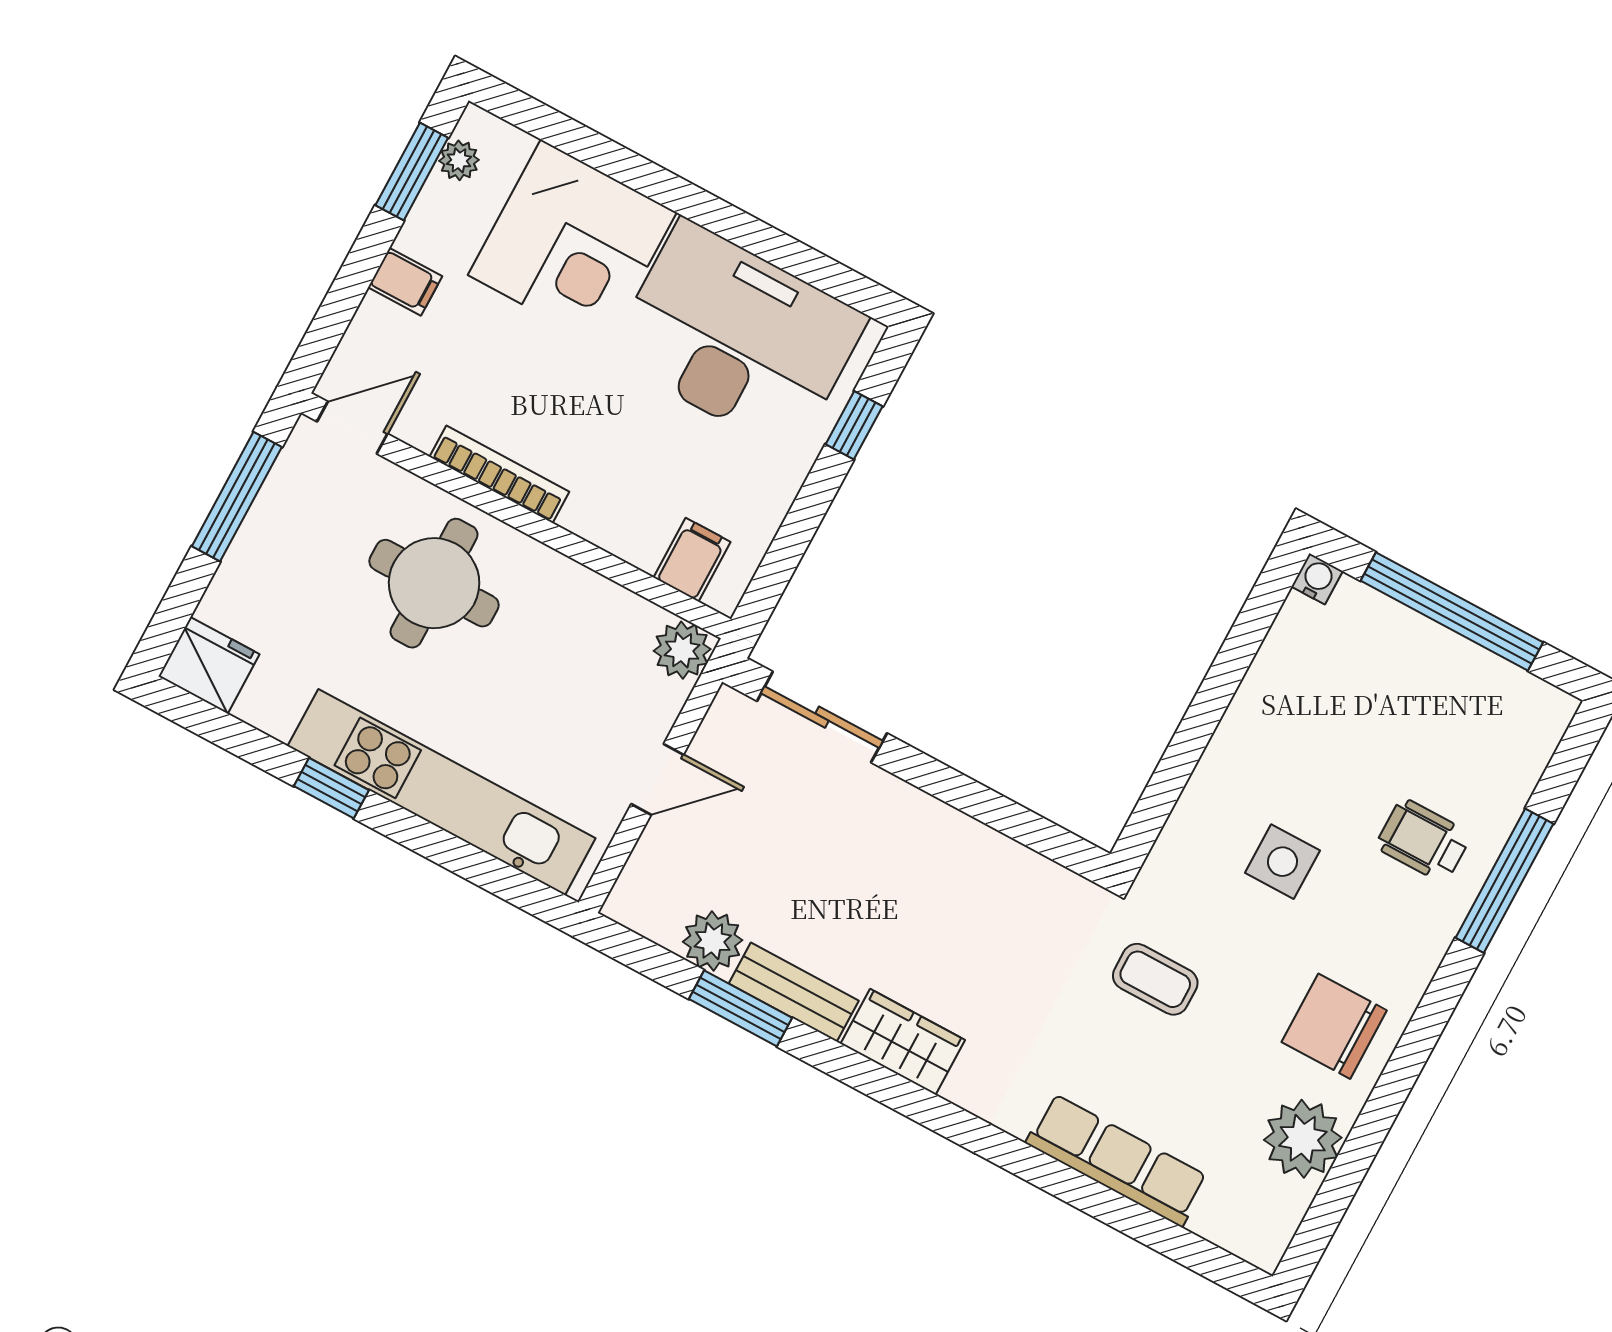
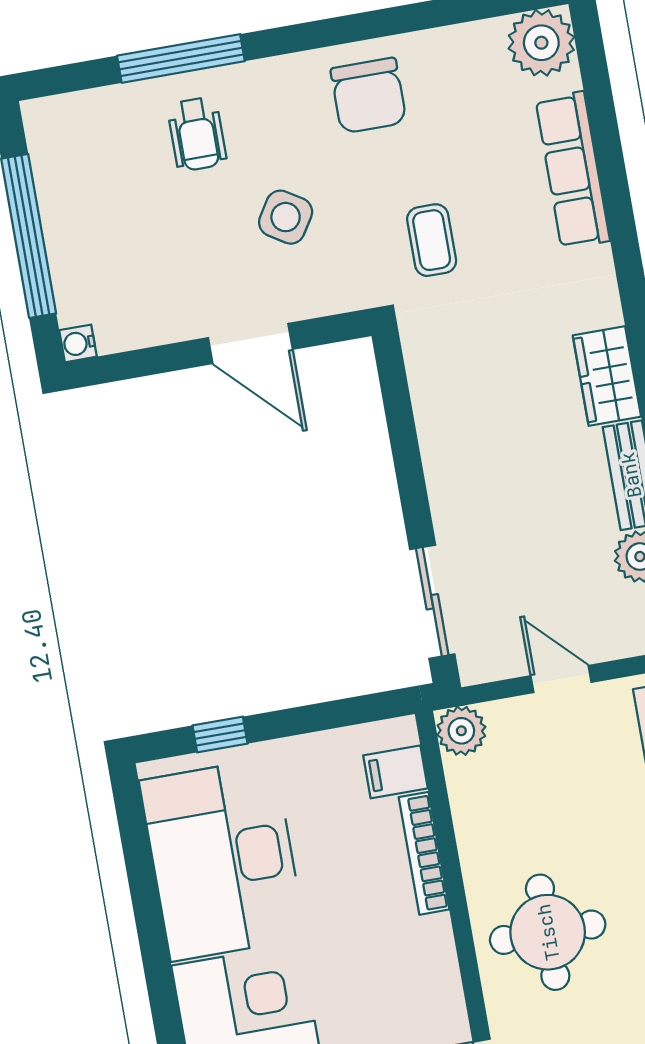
bookcase: (499, 474) -> (424, 853), moved
door: (1192, 737) -> (250, 343), added
side table: (1282, 862) -> (286, 217), turned 32
plant: (1303, 1139) -> (541, 43), moved

